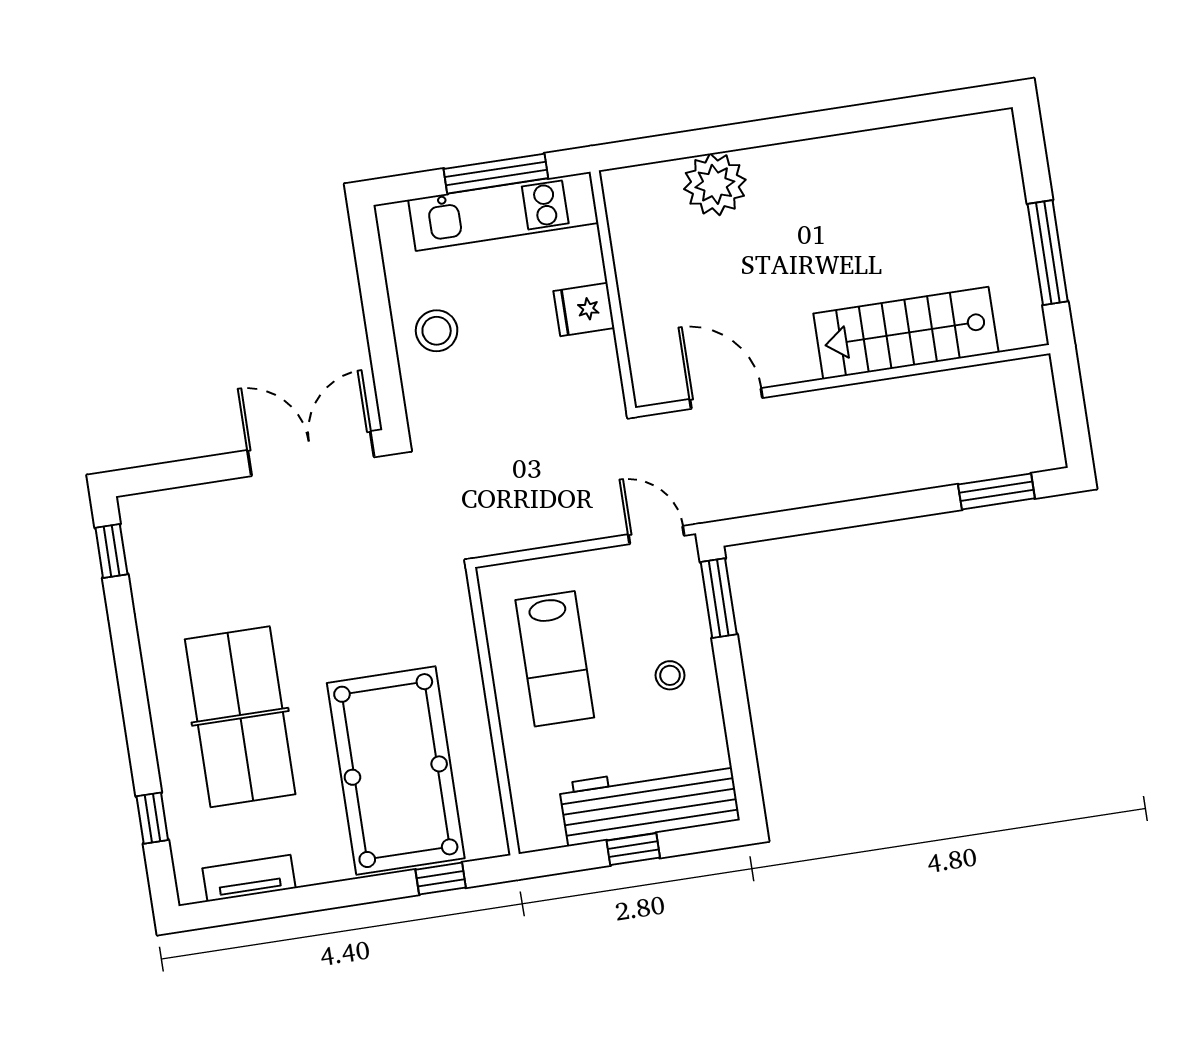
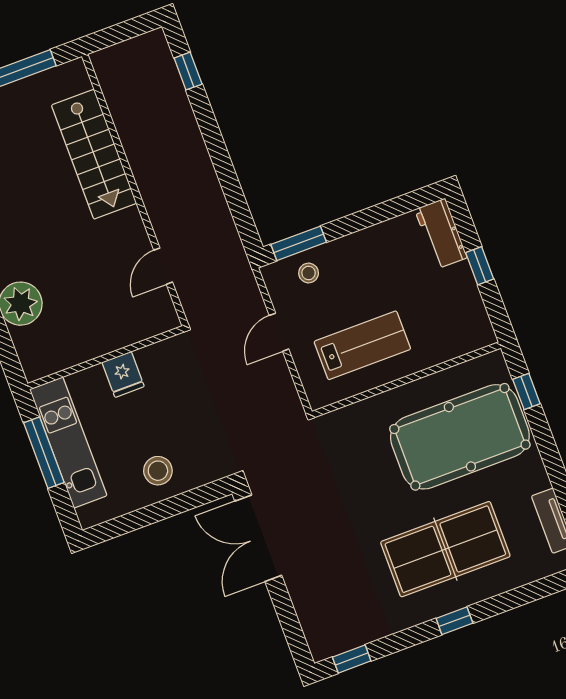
door: (726, 399) -> (163, 266), width x0.73
window: (996, 491) -> (188, 71), width x0.67
door: (656, 535) -> (279, 332), moved
stool: (670, 675) -> (309, 273), moved
workbench: (649, 802) -> (441, 234), width x0.53, depth x0.76
window: (152, 818) -> (454, 621), moved

